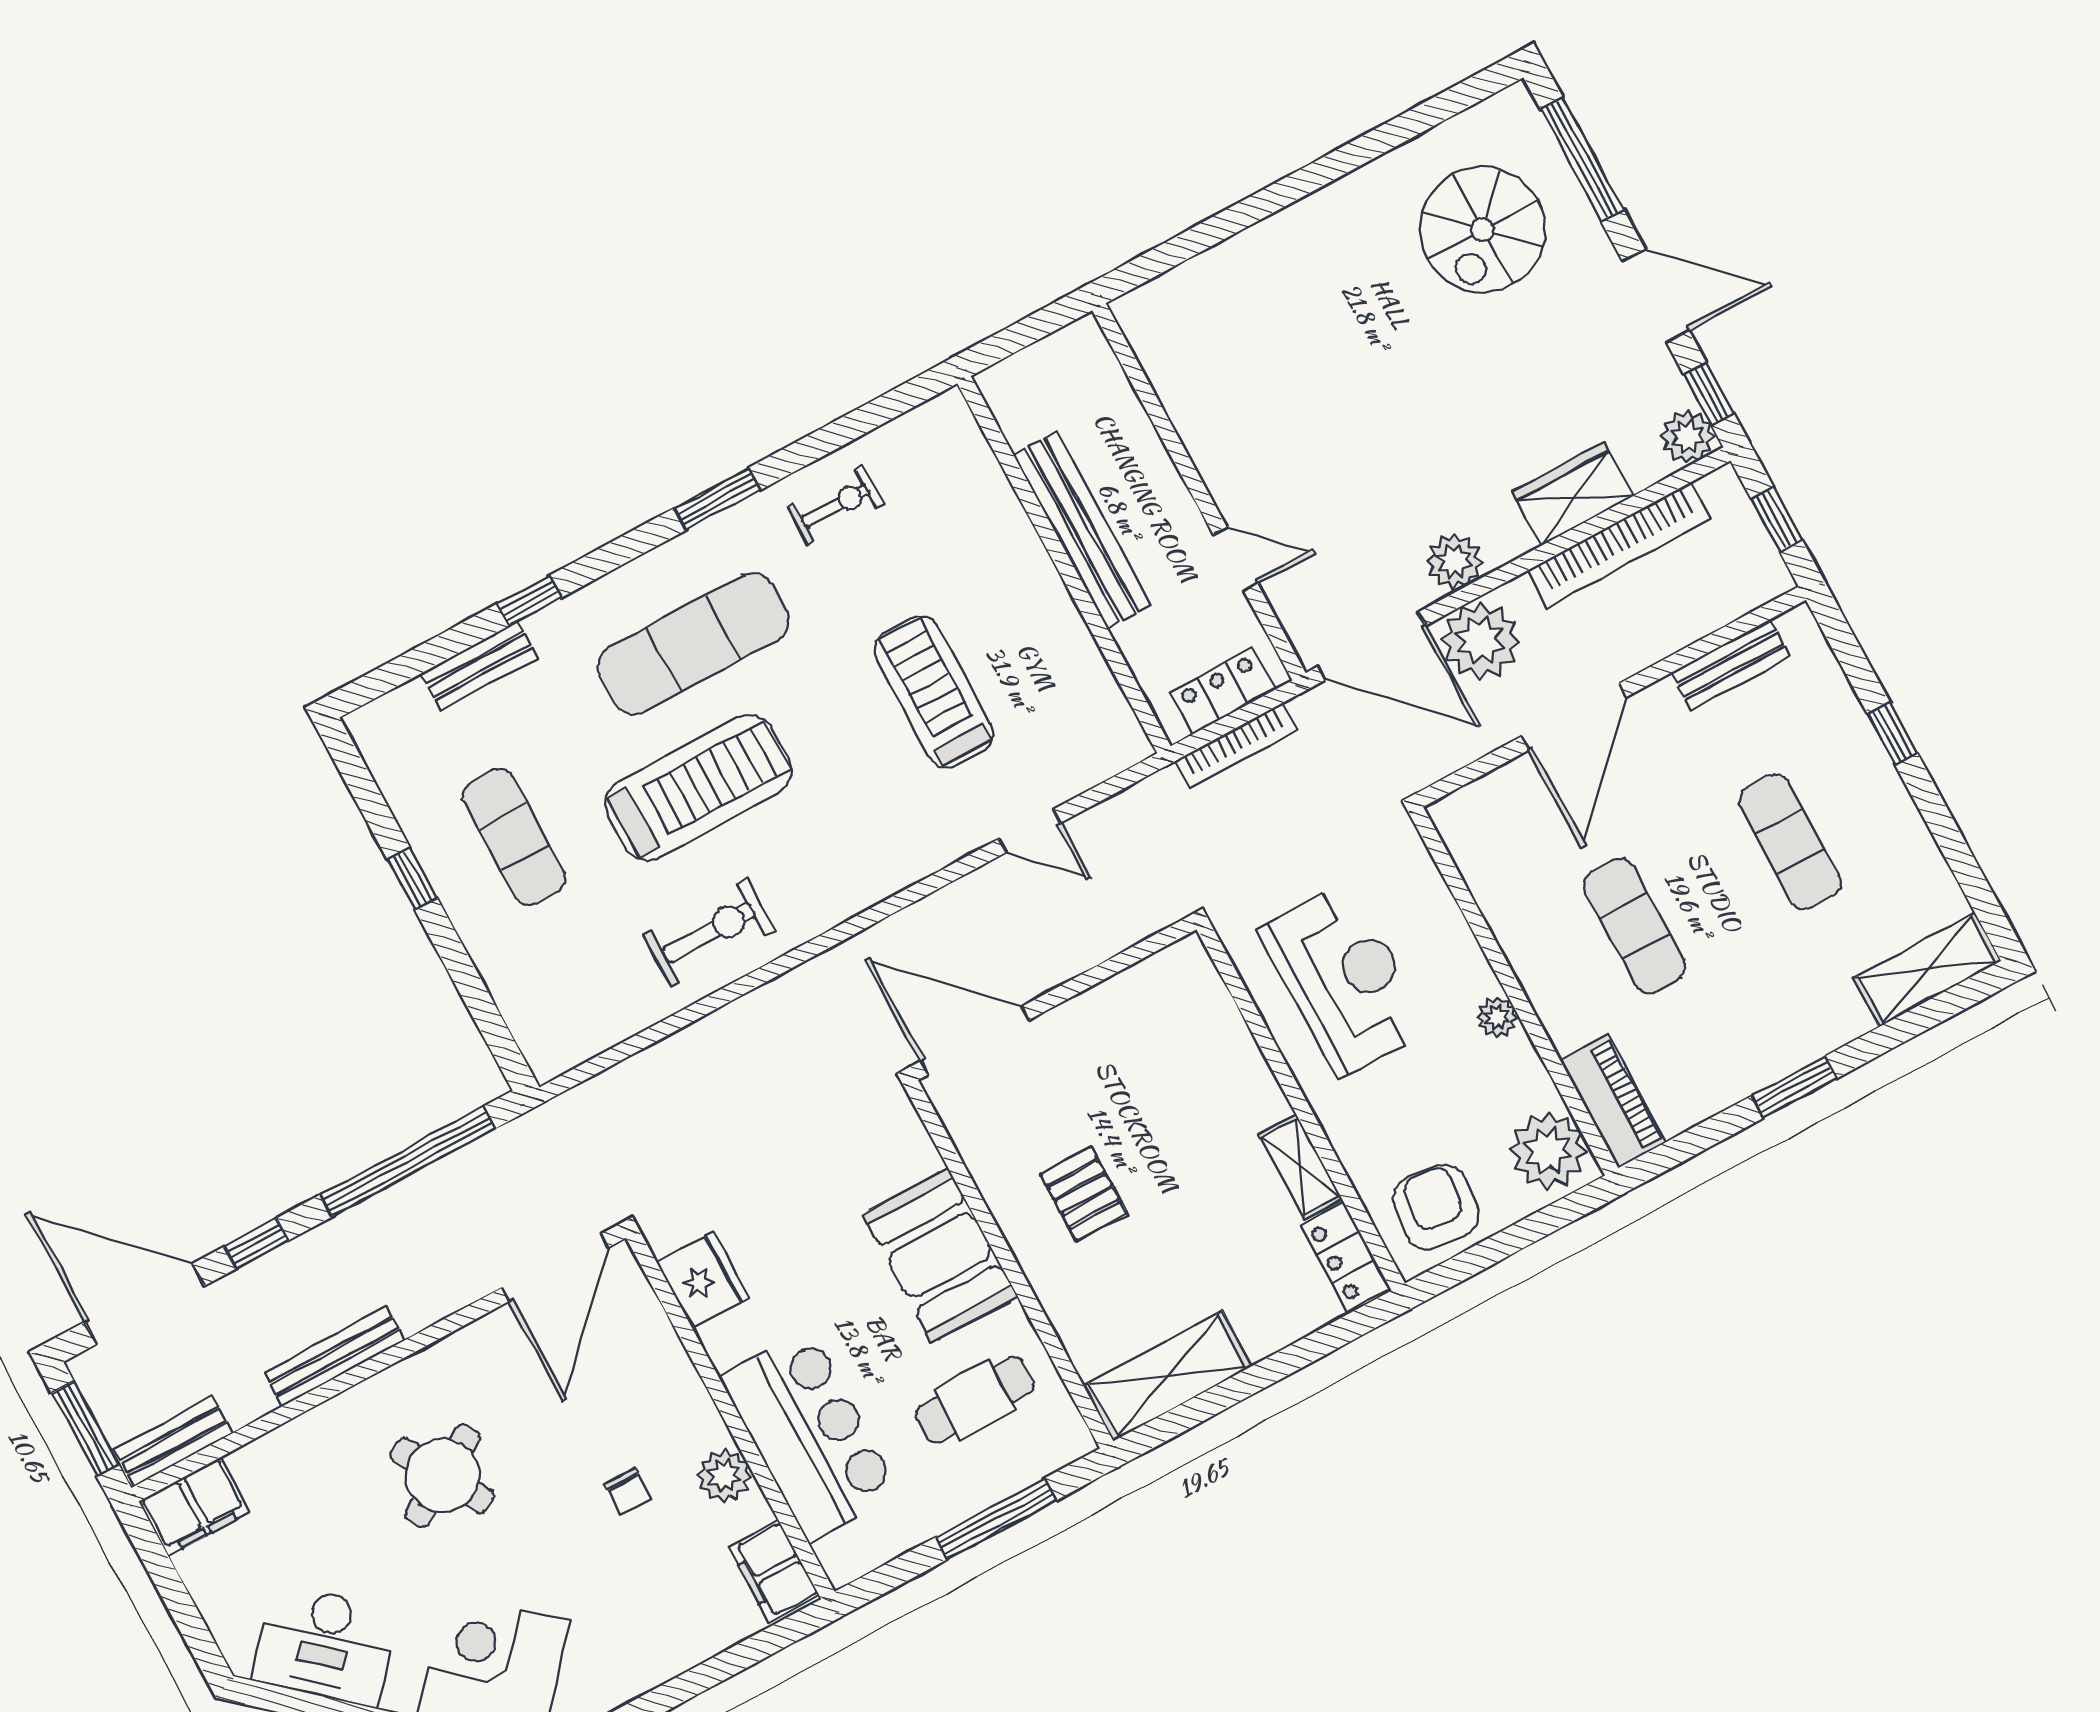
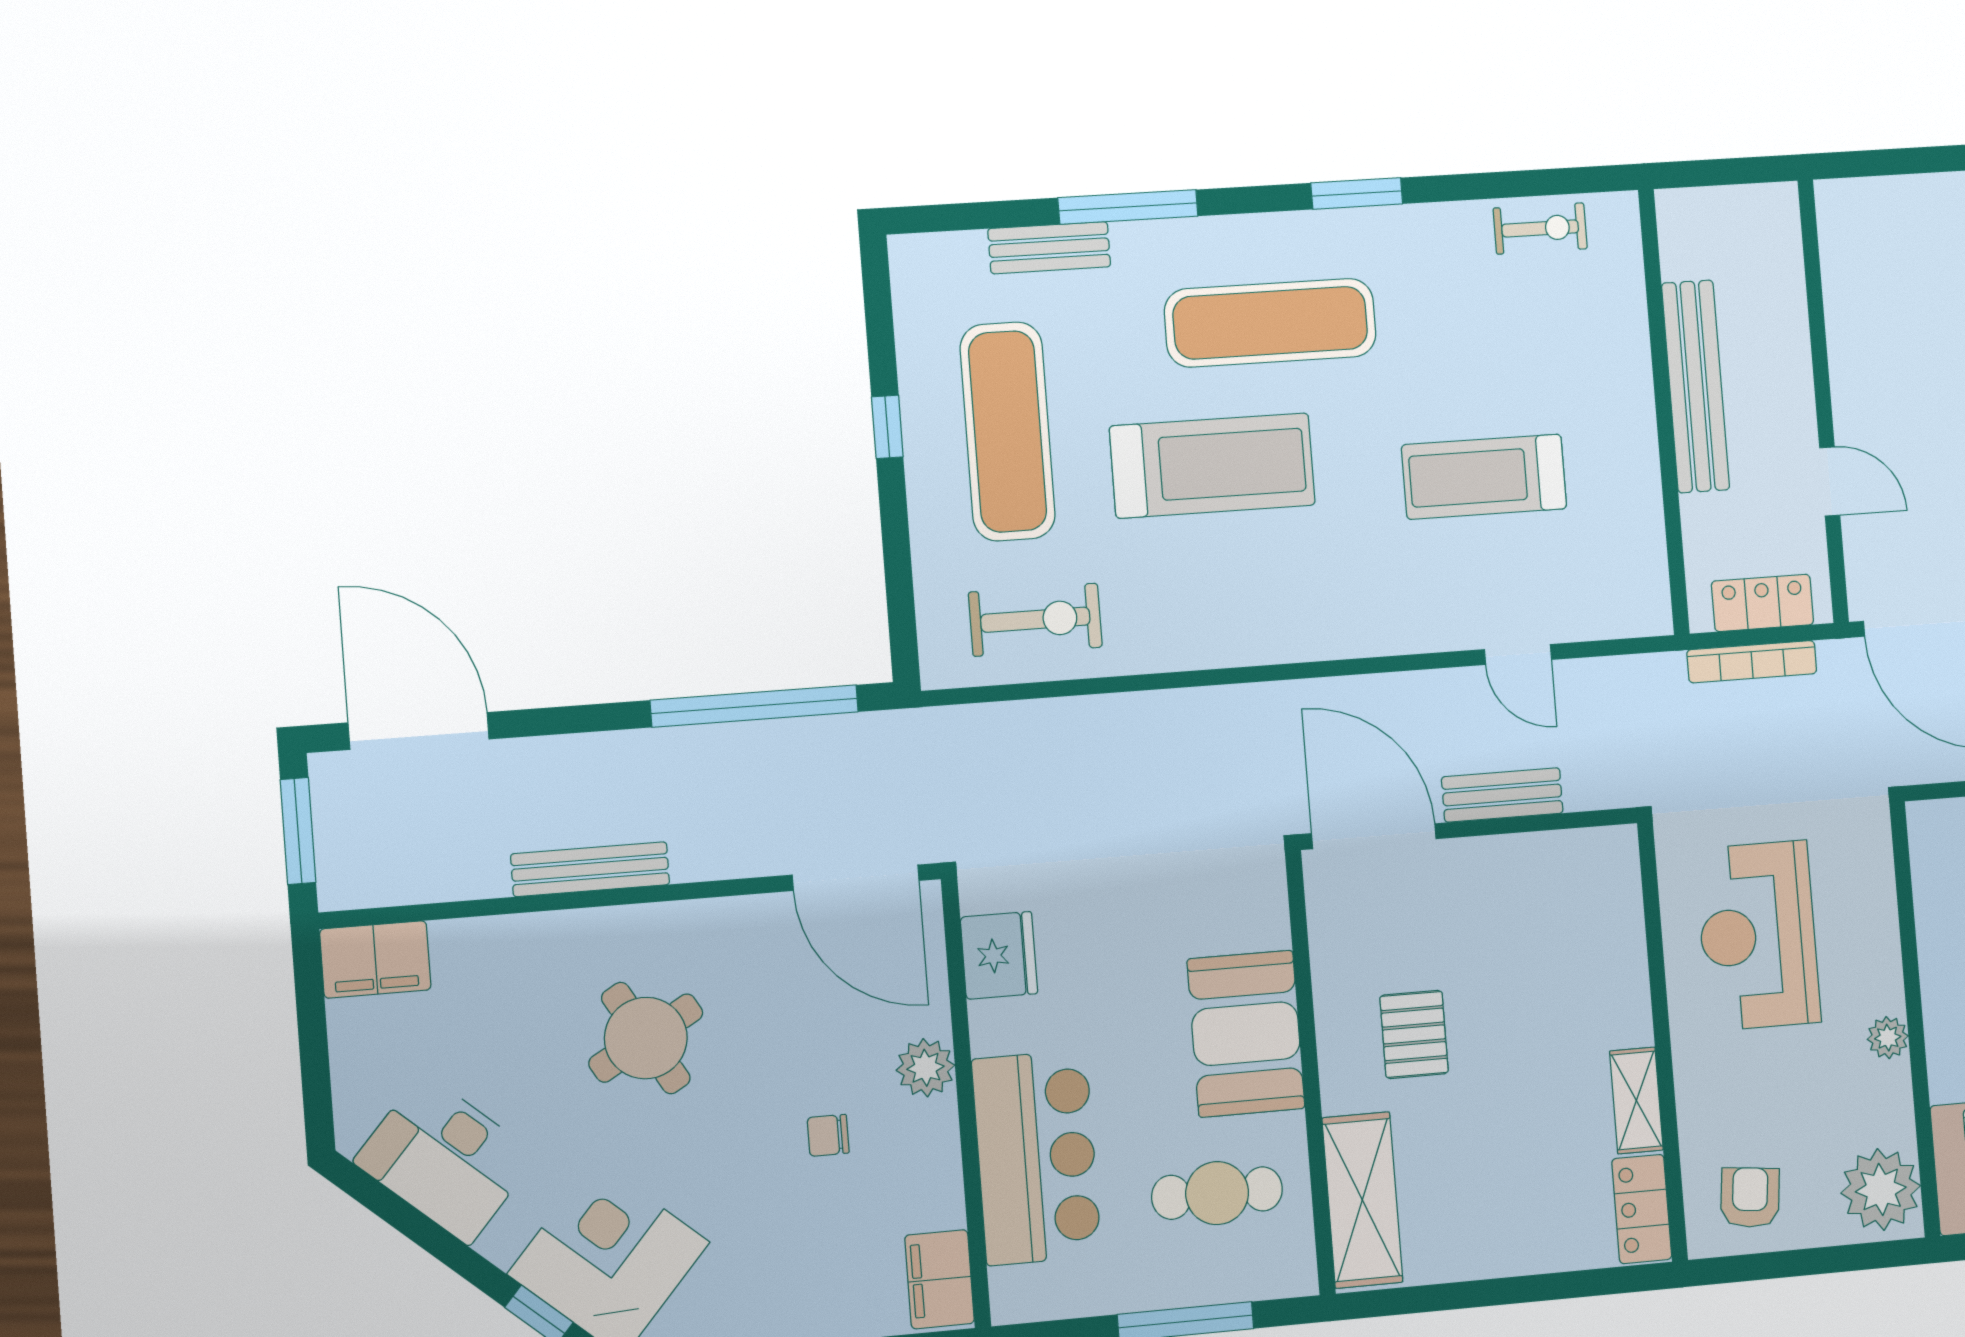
exercise bike: (835, 506) -> (1540, 228), moved
window: (530, 601) -> (1128, 207), width x2.17
treadmill: (934, 692) -> (1484, 477), turned -90
exercise mat: (514, 837) -> (1008, 431), width x1.36, depth x1.45
exercise bike: (709, 932) -> (1035, 620), moved
reception desk: (1344, 979) -> (1758, 936), turned 180
armchair: (1436, 1207) -> (1750, 1198), width x0.72, depth x0.72
window: (256, 1243) -> (562, 720), removed
door: (555, 1268) -> (856, 878), hinge flipped
shelving: (1168, 1376) -> (1362, 1200), moved, turned 90
bench: (173, 1441) -> (1502, 795), moved
plant: (724, 1475) -> (925, 1068), moved
chair: (628, 1491) -> (828, 1135), turned 90

